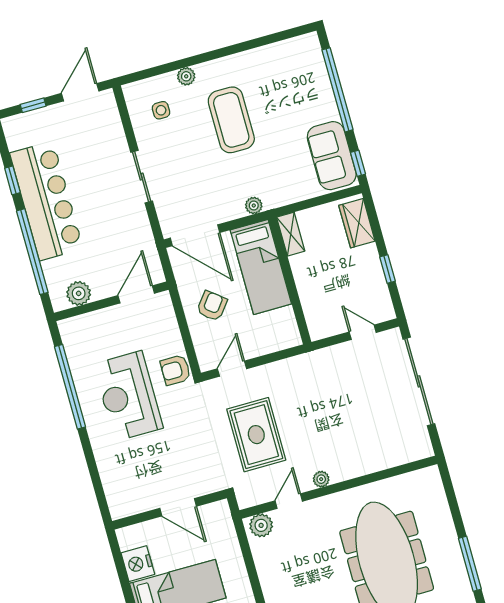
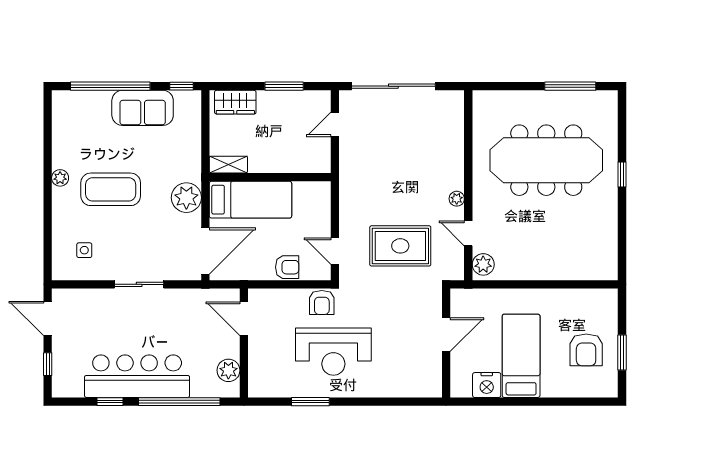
plant: (186, 76) -> (60, 178), moved
sofa: (332, 156) -> (143, 108), moved
plant: (254, 205) -> (186, 198), width x1.88, depth x1.88
window: (388, 269) -> (284, 86), width x1.50
armchair: (212, 306) -> (287, 267), moved, turned 142
window: (70, 387) -> (310, 402), width x0.47

